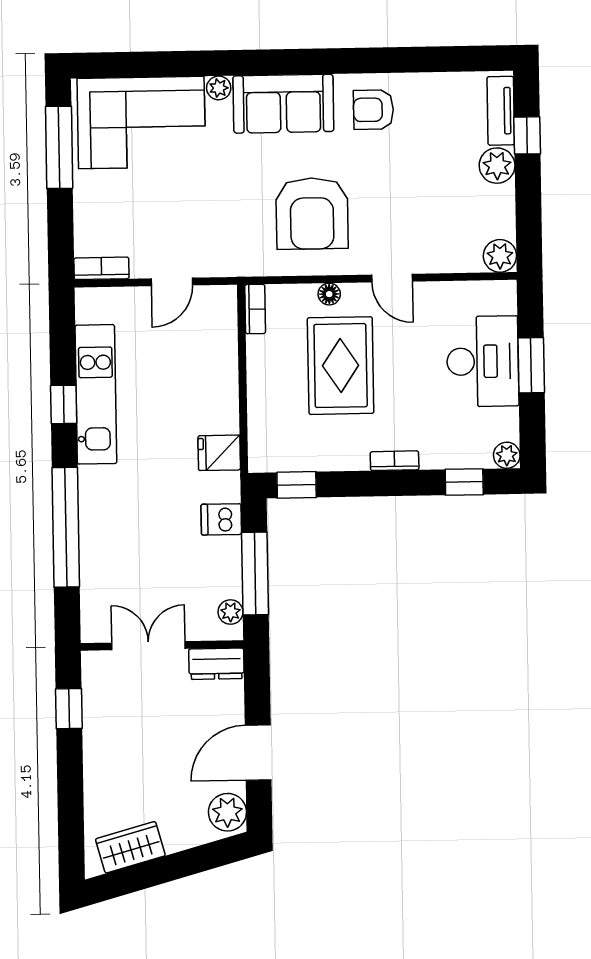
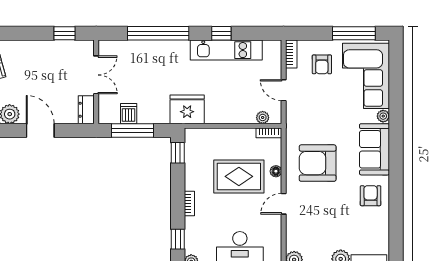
armchair: (120, 209) -> (322, 64), added
fridge: (219, 453) -> (187, 109), width x1.88, depth x1.34
dishwasher: (221, 519) -> (129, 114), moved
plant: (231, 612) -> (263, 117), moved

